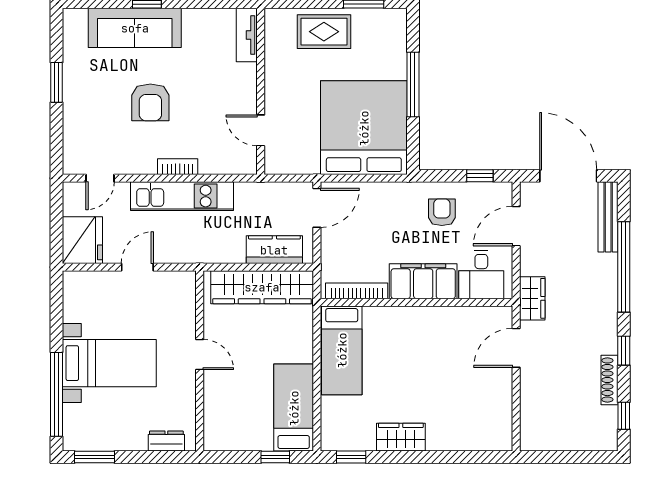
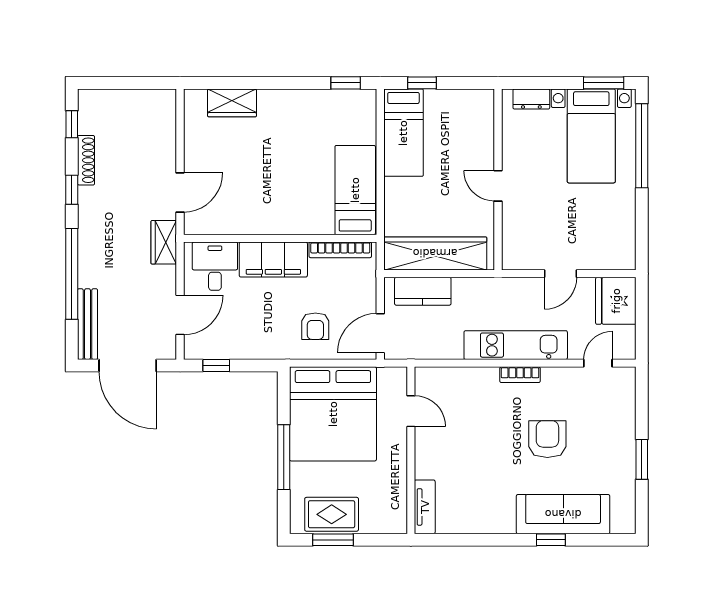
rug: (324, 32) -> (332, 514), moved
tv unit: (247, 35) -> (425, 507), moved
wall: (261, 91) -> (411, 450), moved
door: (261, 130) -> (411, 411), moved
armchair: (442, 212) -> (315, 326), moved
bed with nightstands: (109, 363) -> (591, 136), moved, turned -90
wardrobe: (401, 437) -> (232, 103), moved

